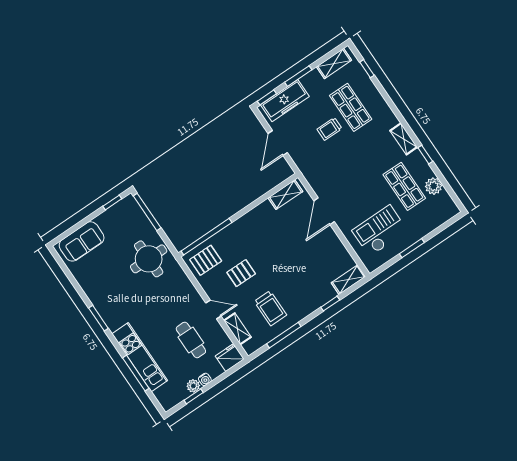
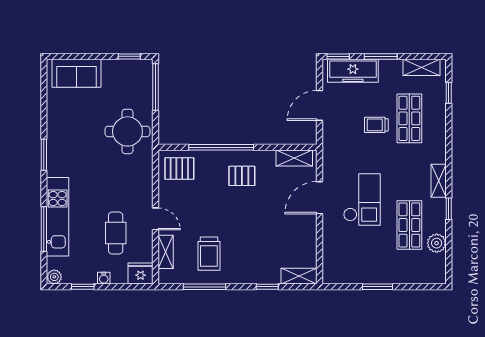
checkout: (380, 231) -> (362, 199), moved, turned 90
window: (206, 237) -> (221, 147), moved
pallet: (241, 273) -> (242, 176), moved
plant: (193, 386) -> (54, 277), moved

